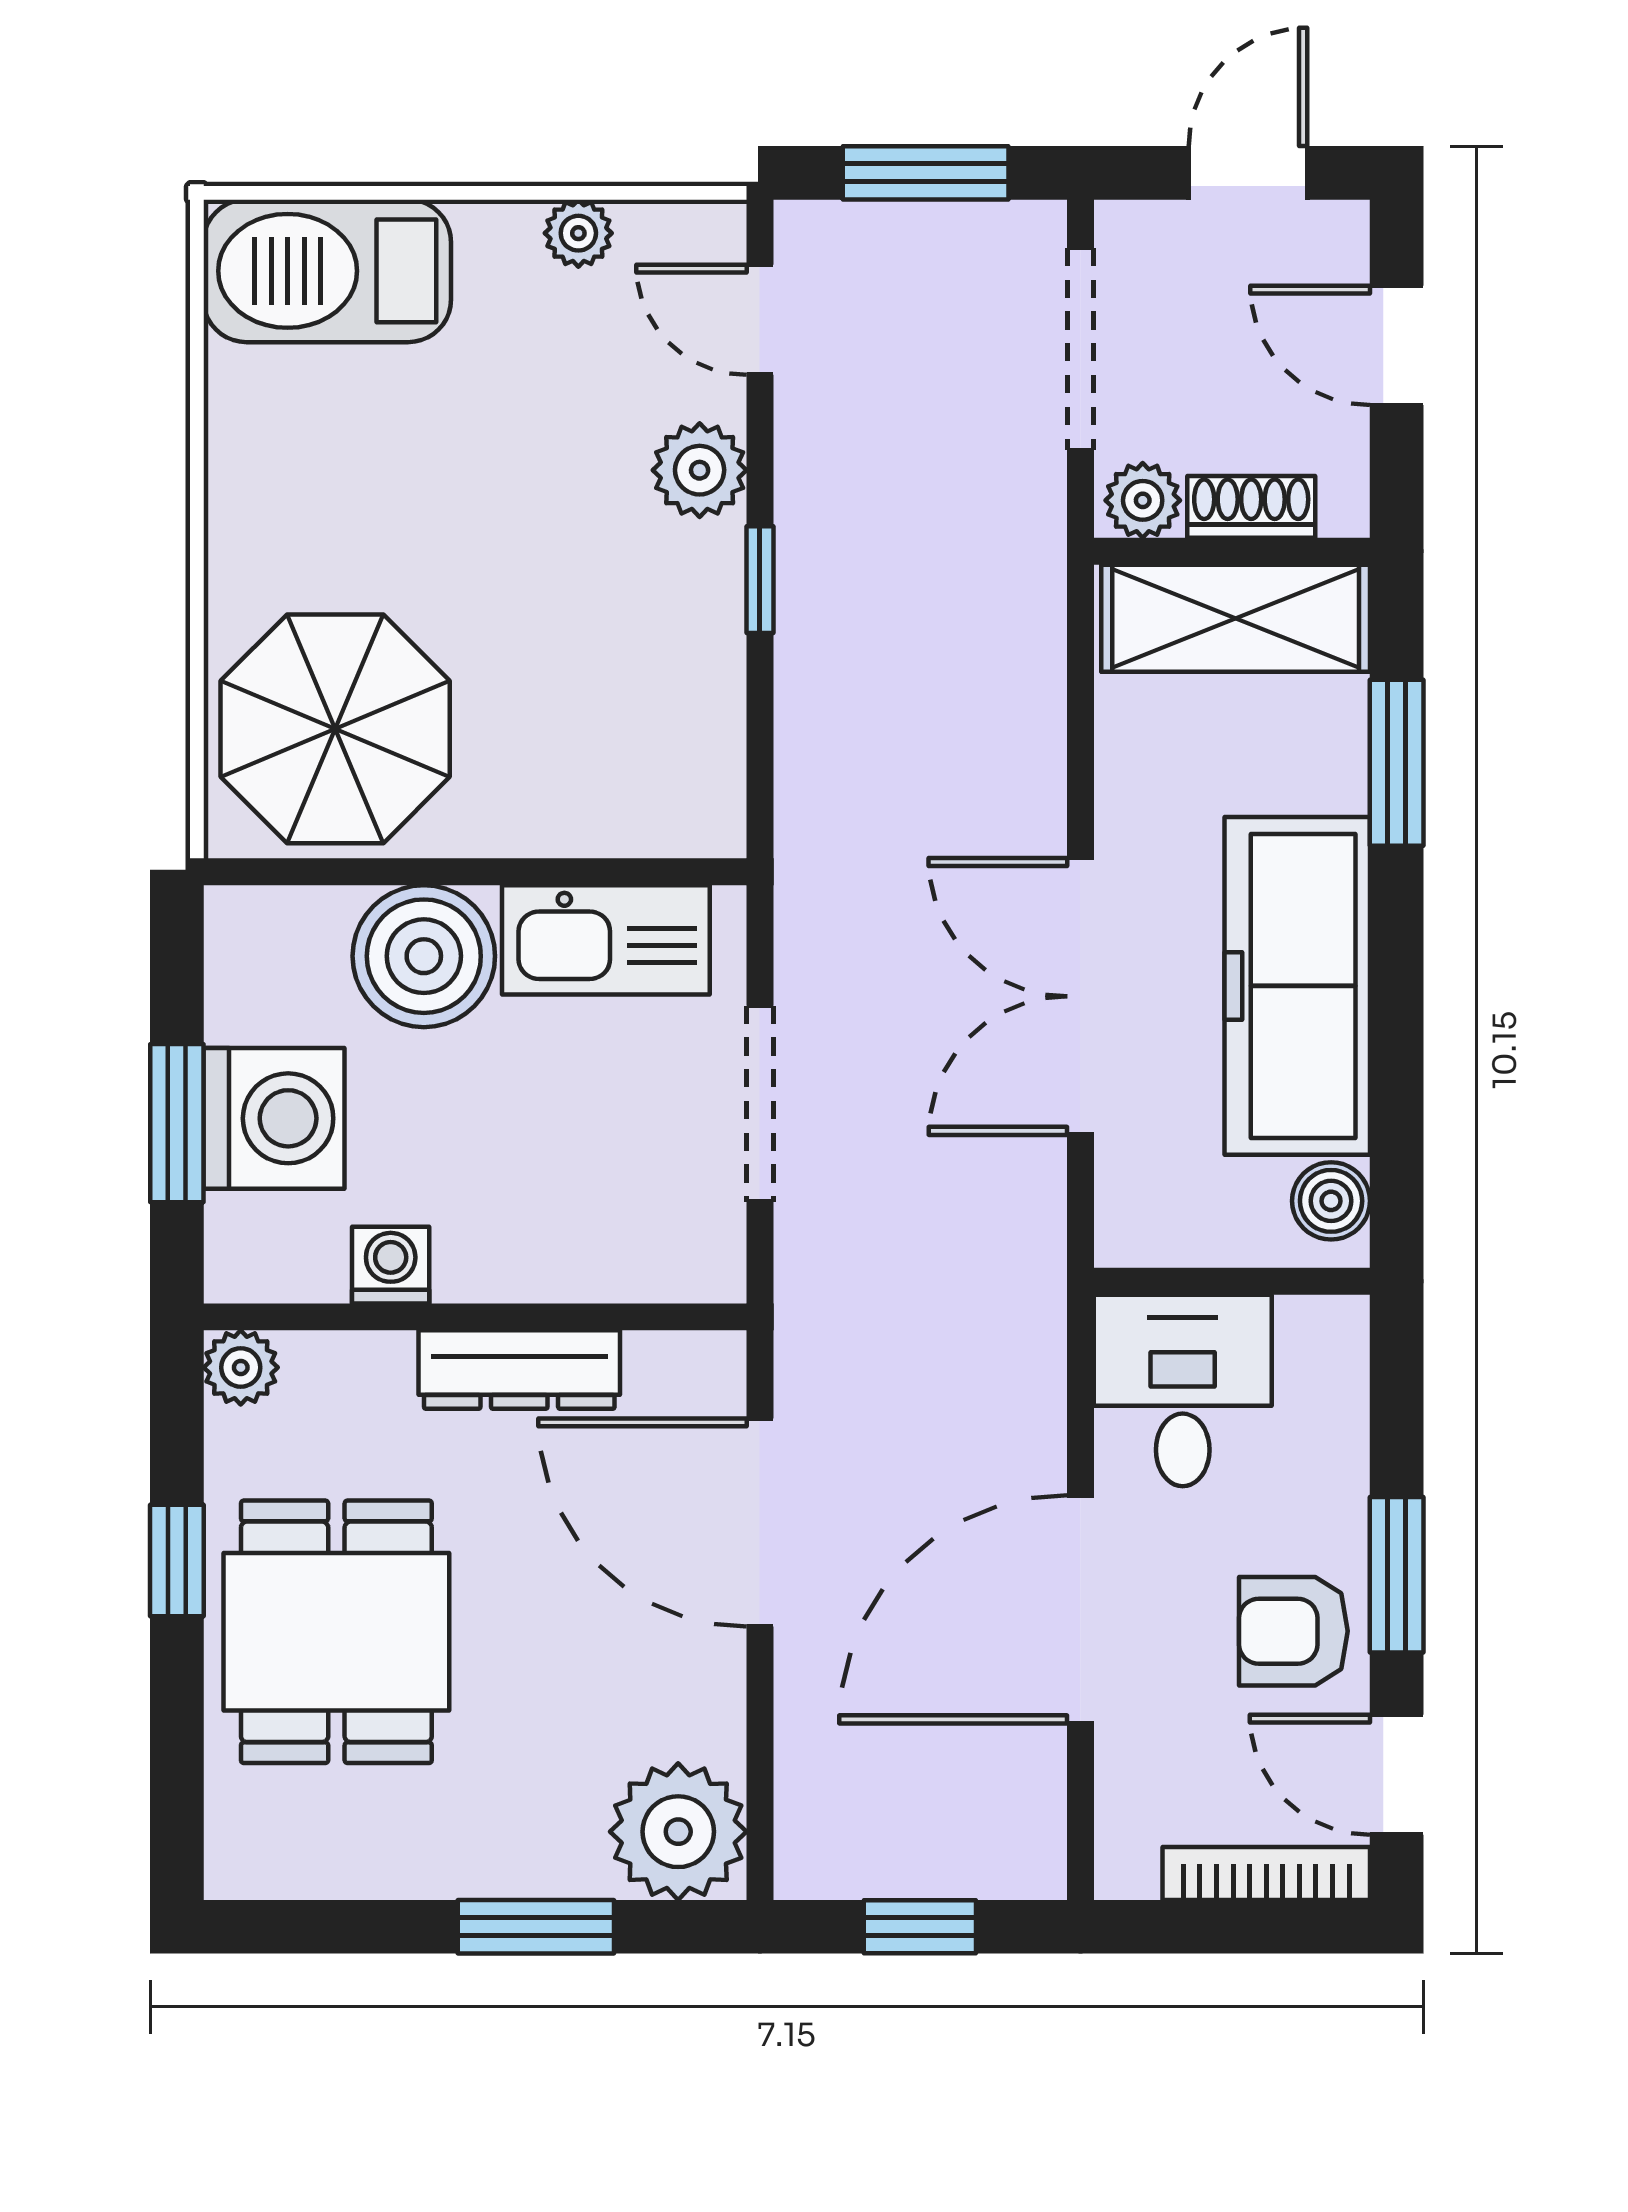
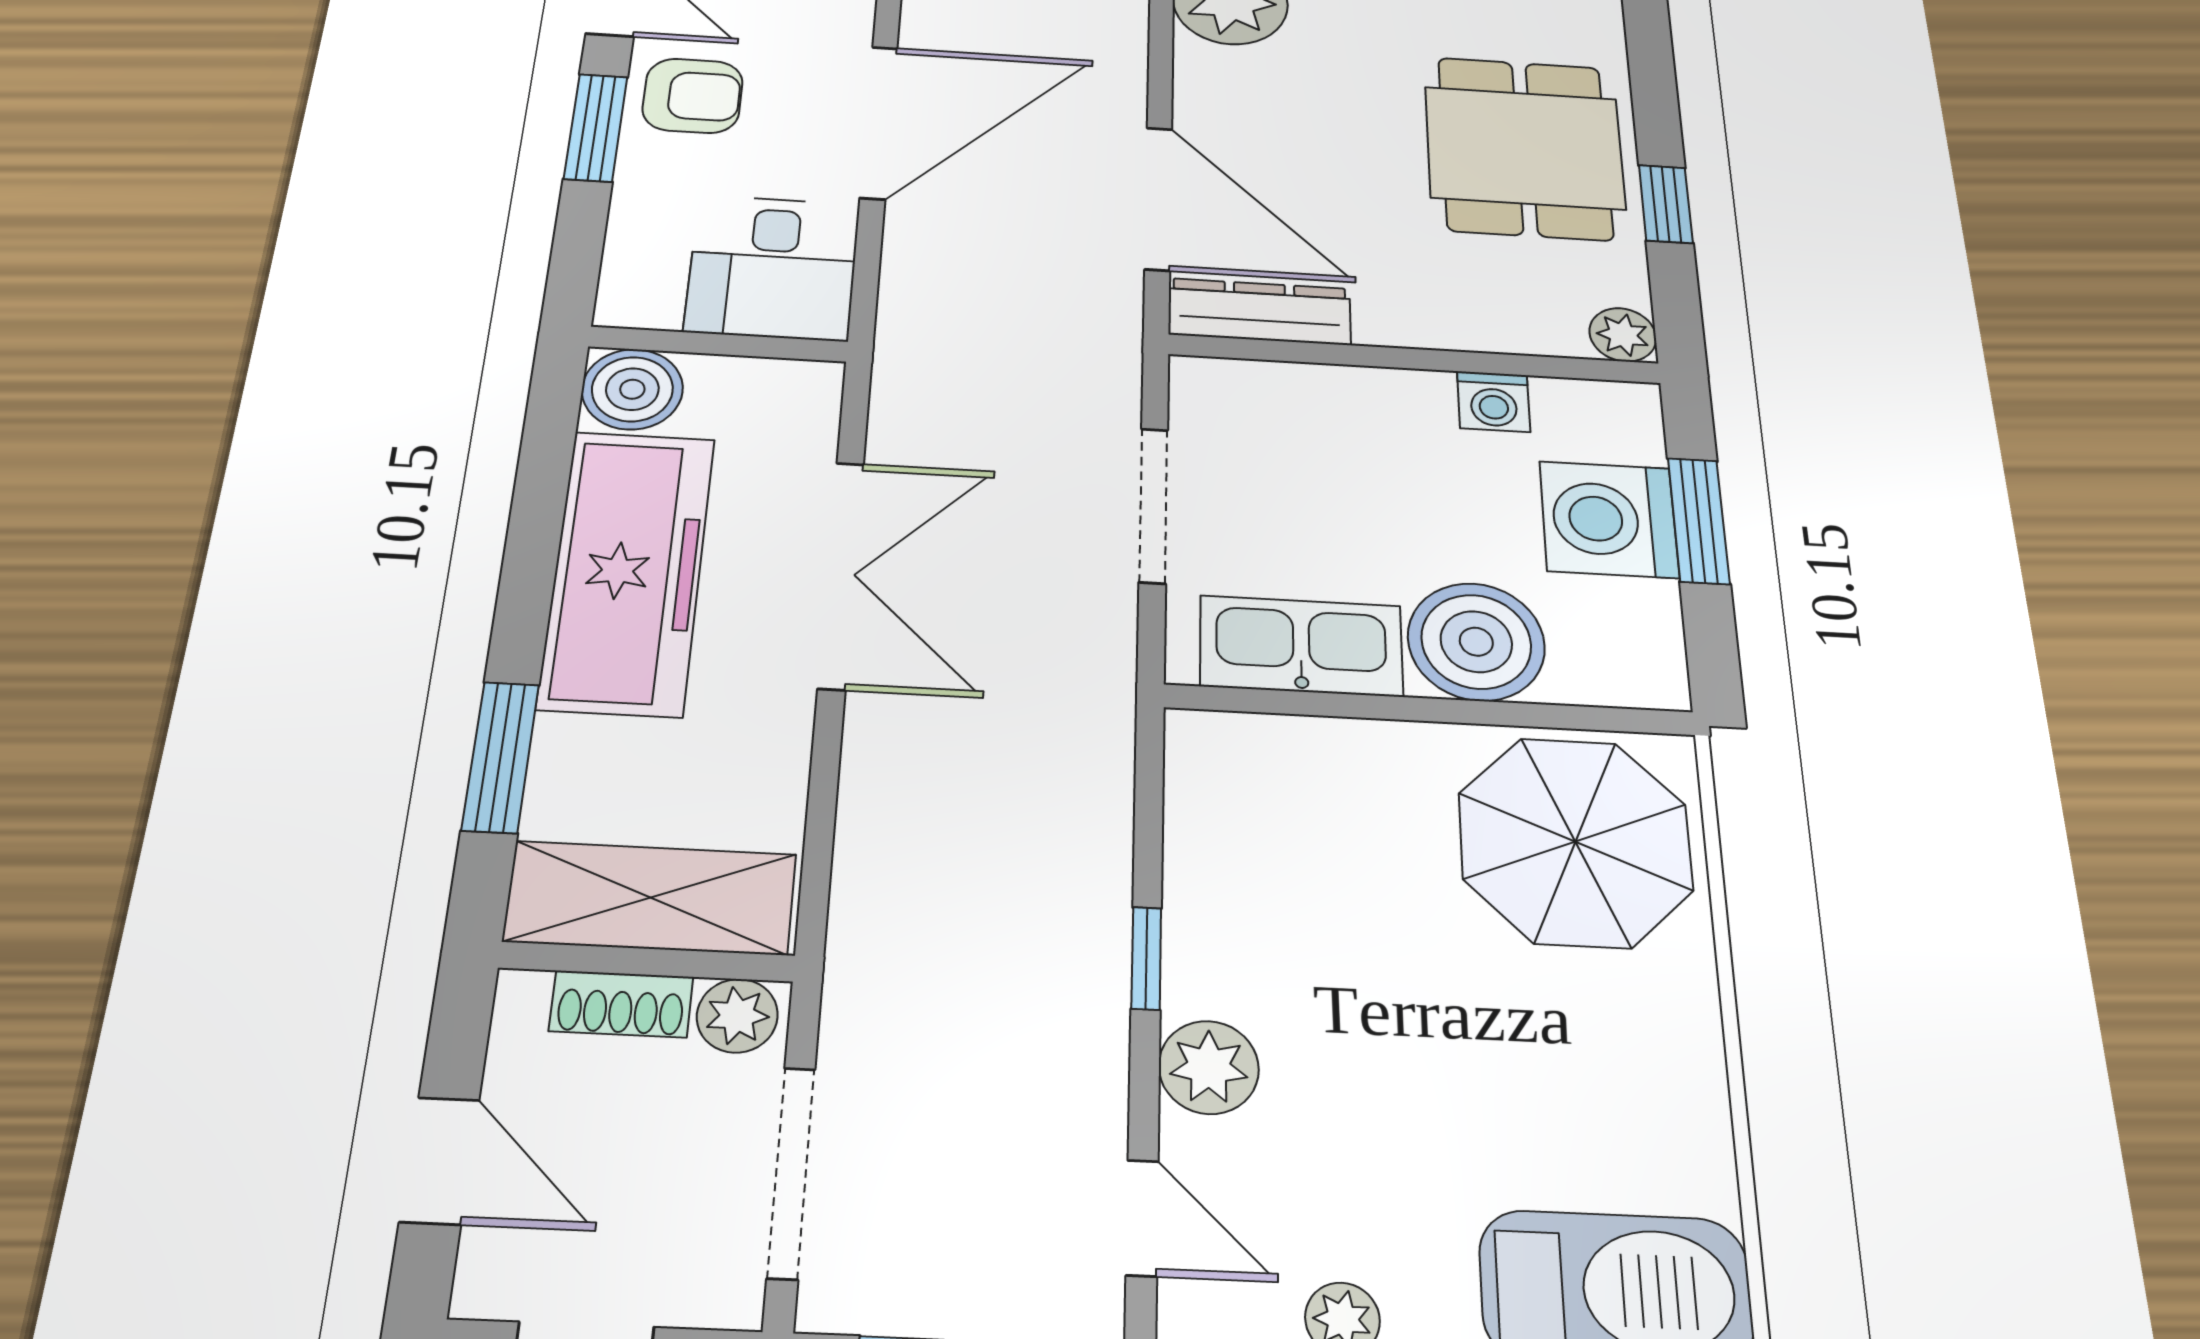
boiler: (1331, 1201) -> (632, 389), width x1.36, depth x1.36
dresser: (519, 1370) -> (1260, 312), moved

